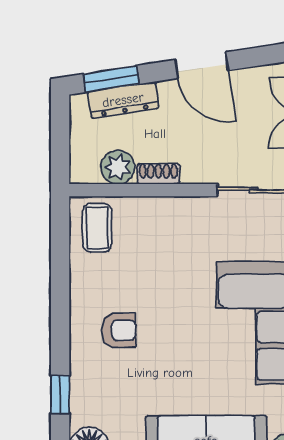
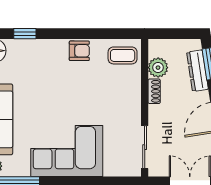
armchair: (119, 330) -> (79, 51), moved, turned -90

